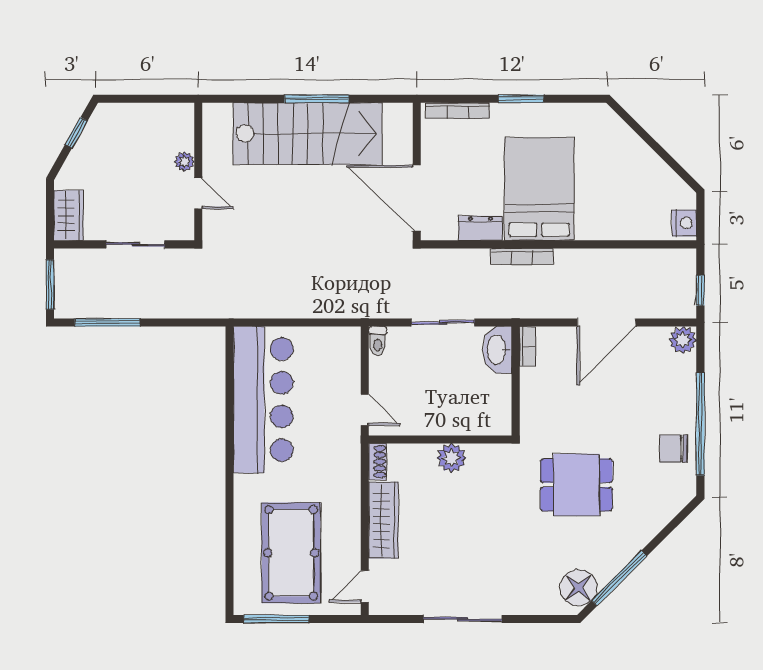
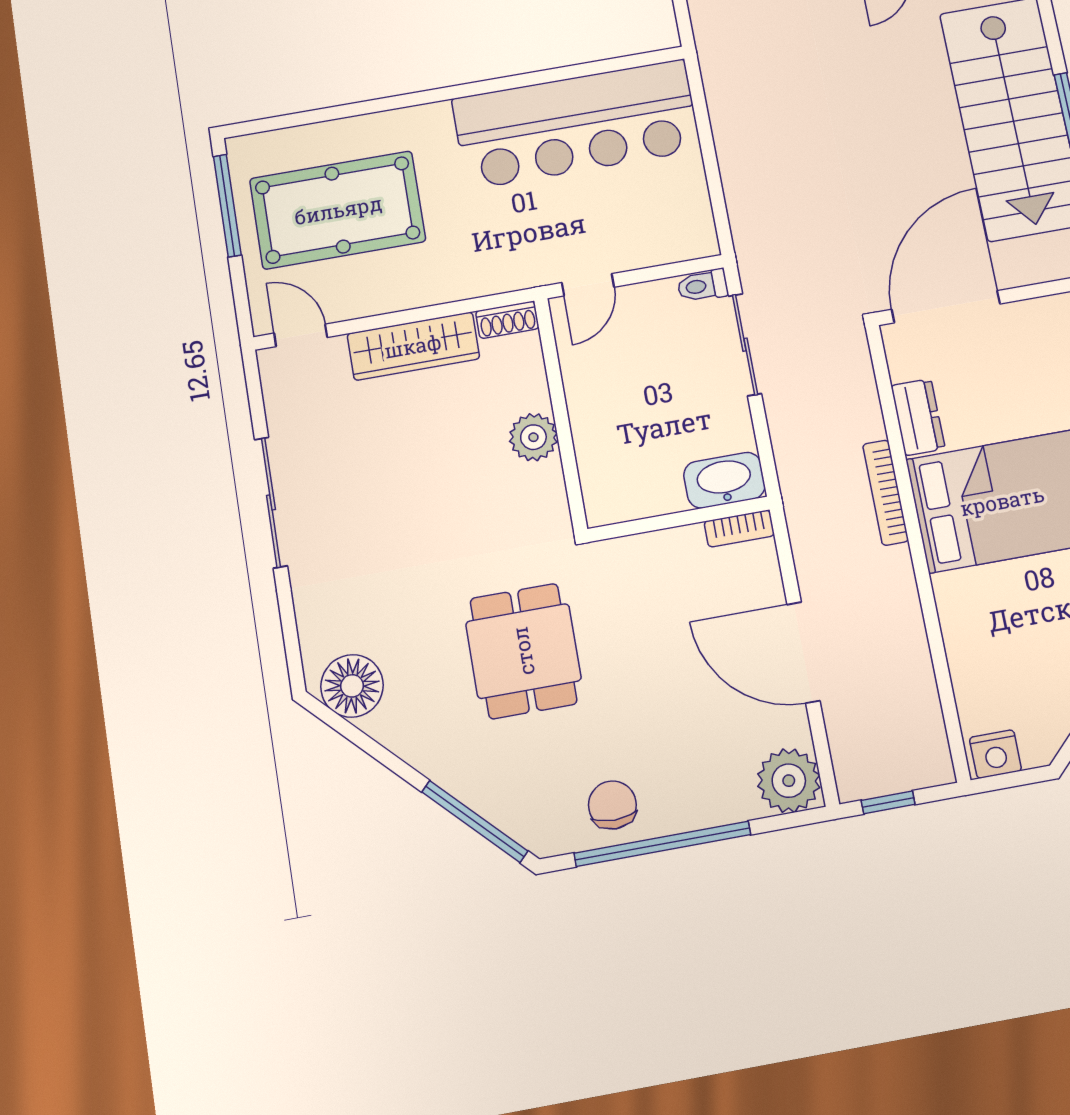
sliding door: (443, 322) -> (745, 345), moved
plant: (683, 340) -> (789, 781), width x1.36, depth x1.36
window: (619, 578) -> (475, 821), moved

